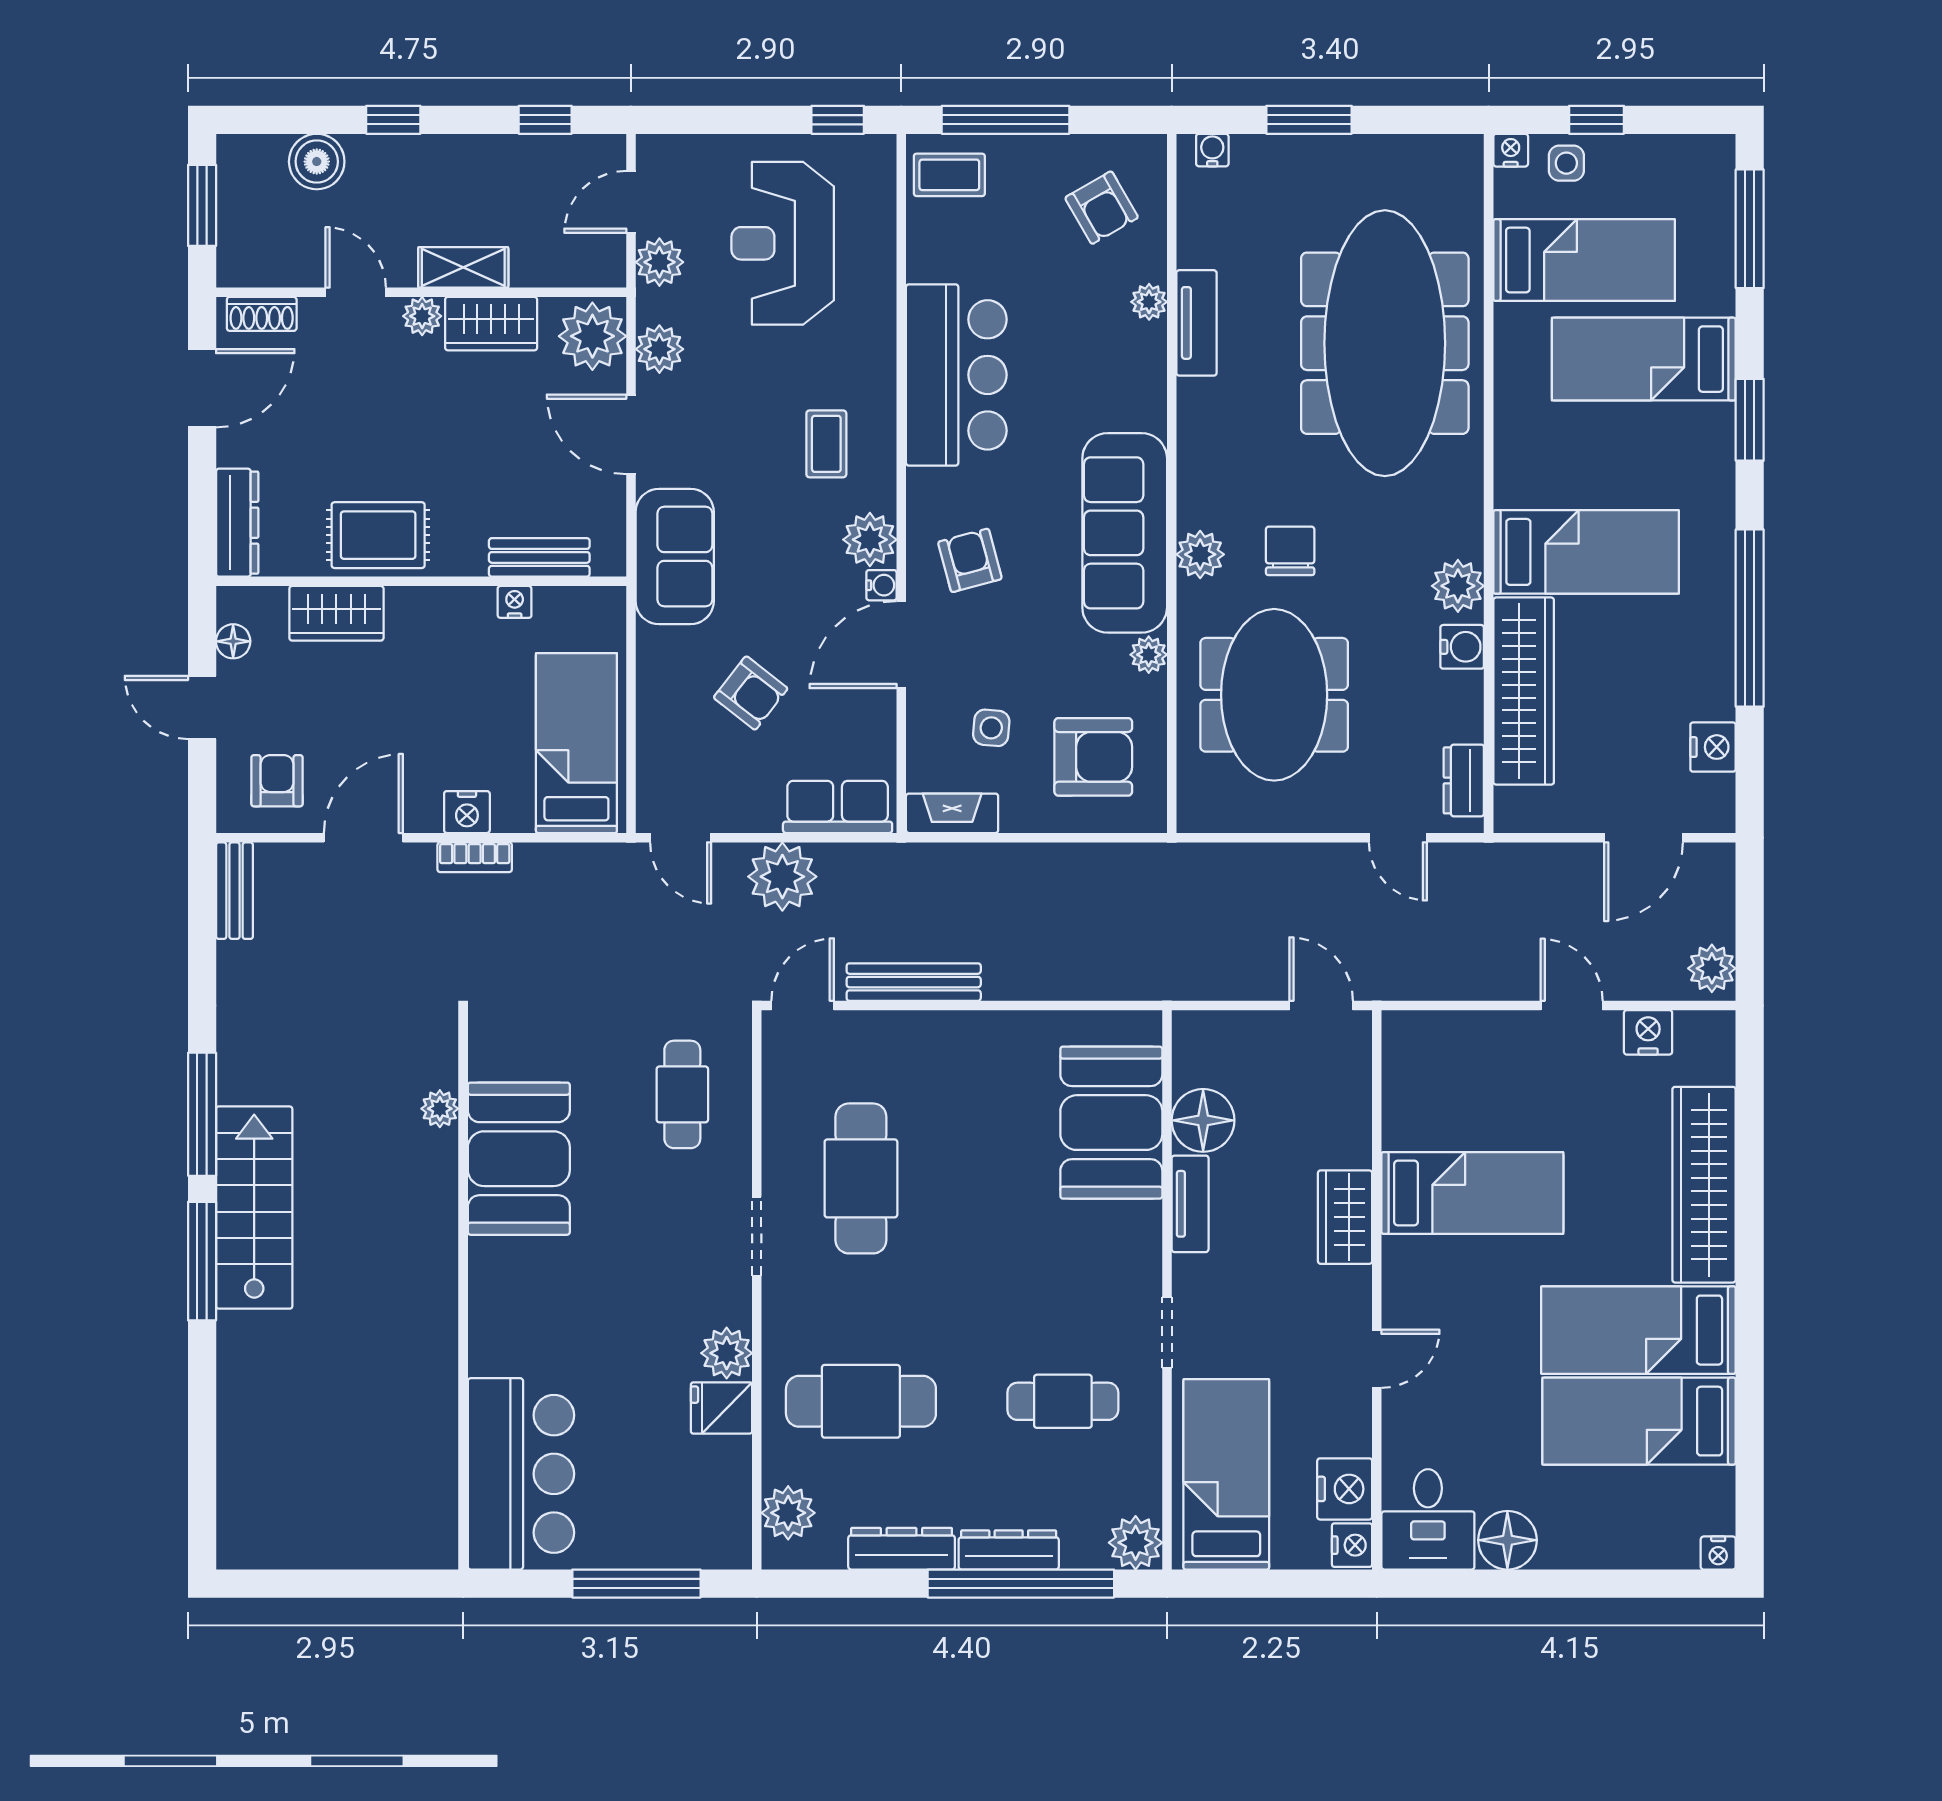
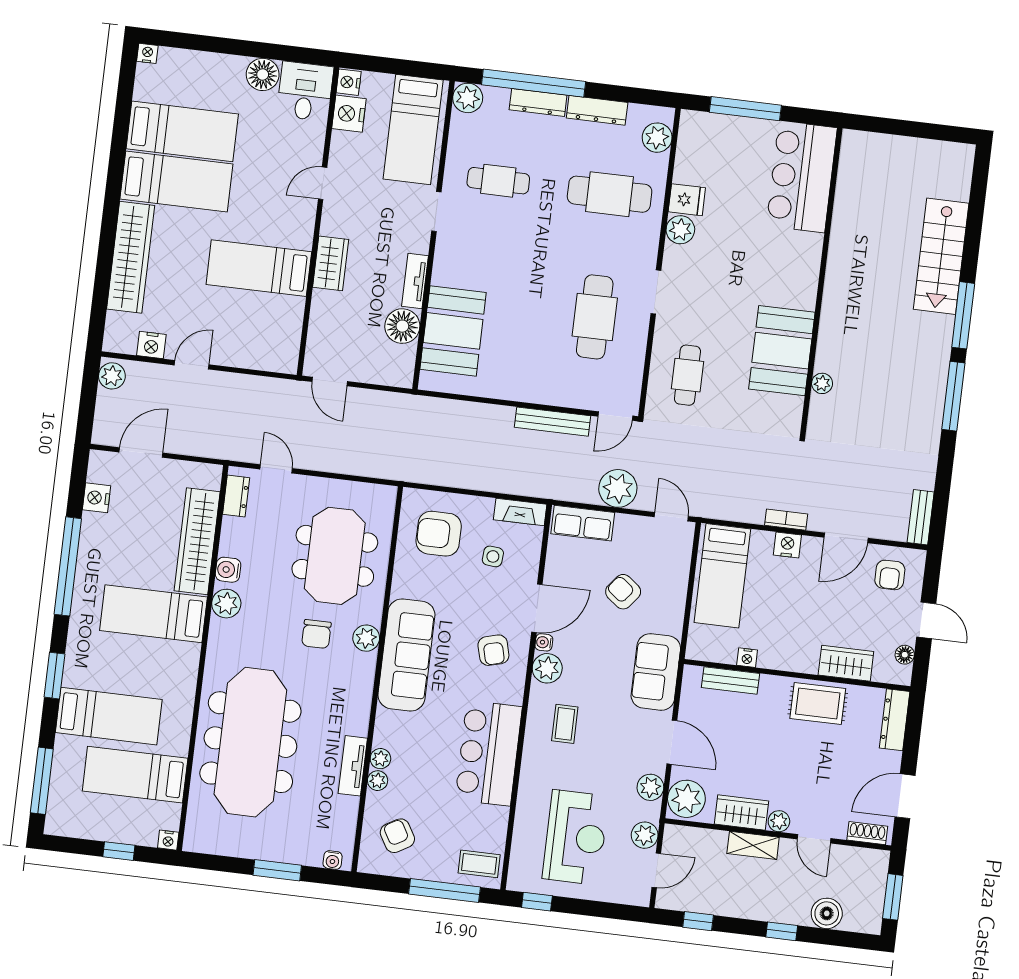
side table: (1566, 163) -> (138, 829), removed
plant: (1149, 655) -> (380, 759), moved
door: (1572, 1005) -> (192, 365), swing flipped
stairs: (254, 1208) -> (941, 256), moved

